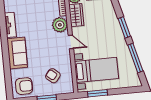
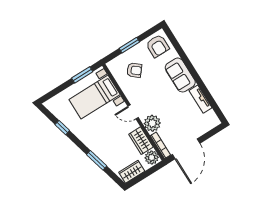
window: (124, 27) -> (97, 160), moved
window: (135, 58) -> (62, 128), width x0.46
armchair: (24, 86) -> (157, 46), turned -90

